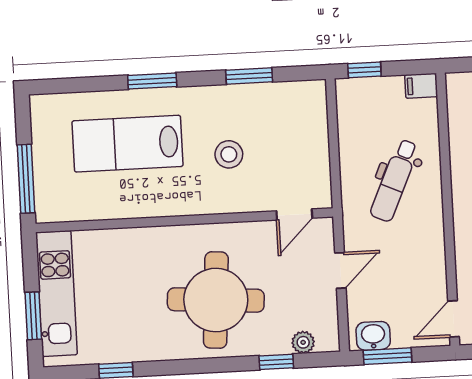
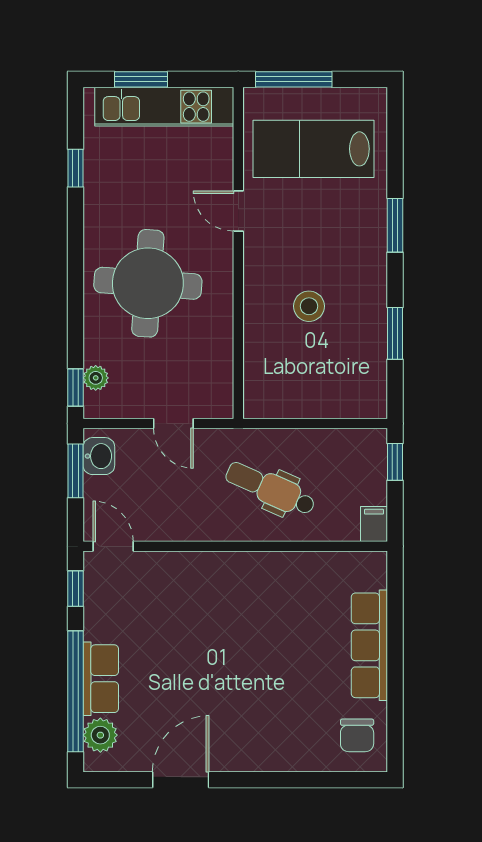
lab bench: (128, 144) -> (314, 149), moved, turned -90
door: (294, 215) -> (238, 211), moved
window: (276, 362) -> (75, 387), moved

